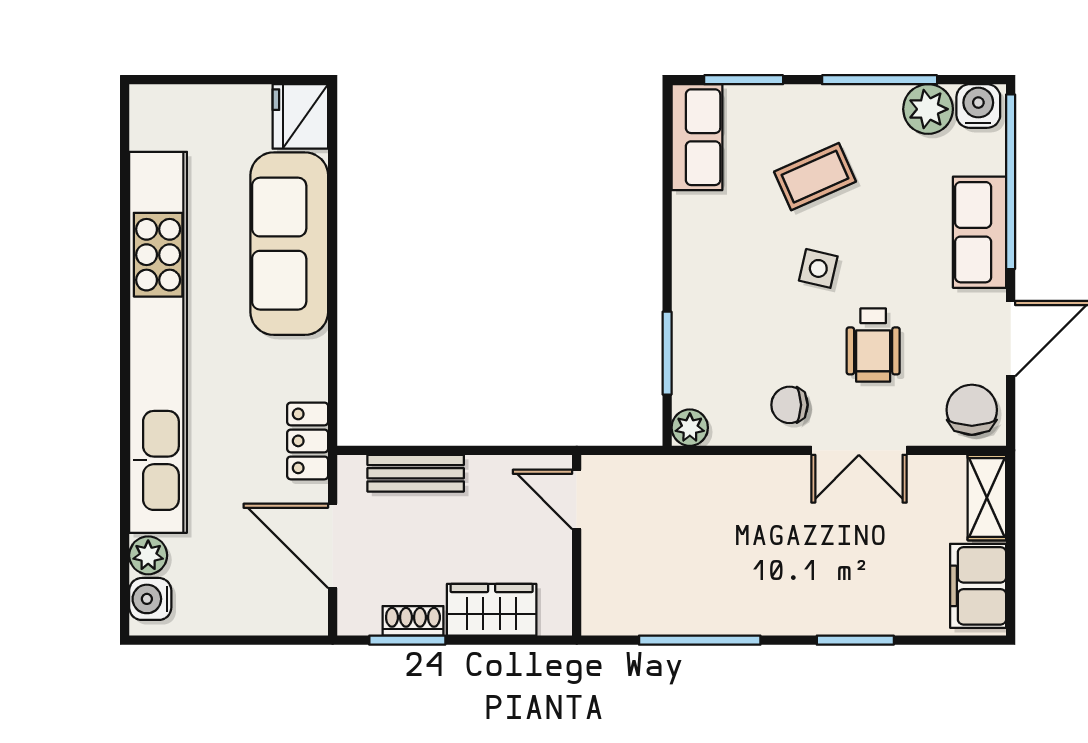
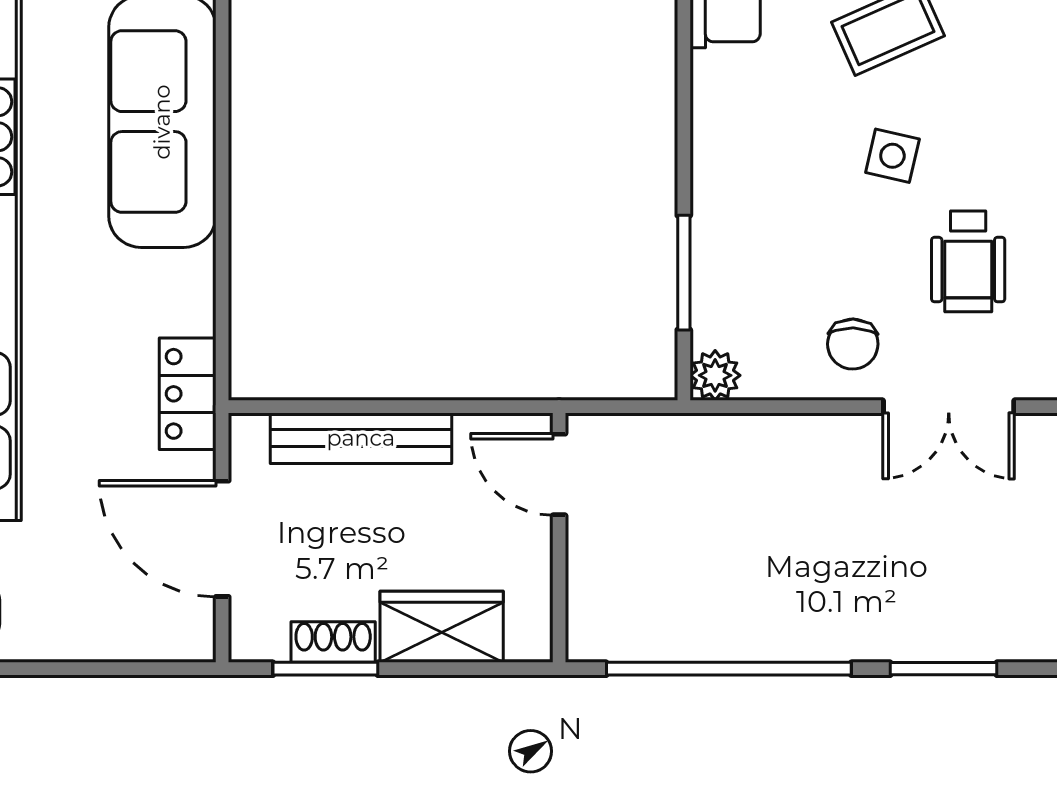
chair: (790, 405) -> (853, 344), turned -89
bench: (416, 473) -> (361, 438), width x1.36
window: (700, 640) -> (729, 669), width x1.46

